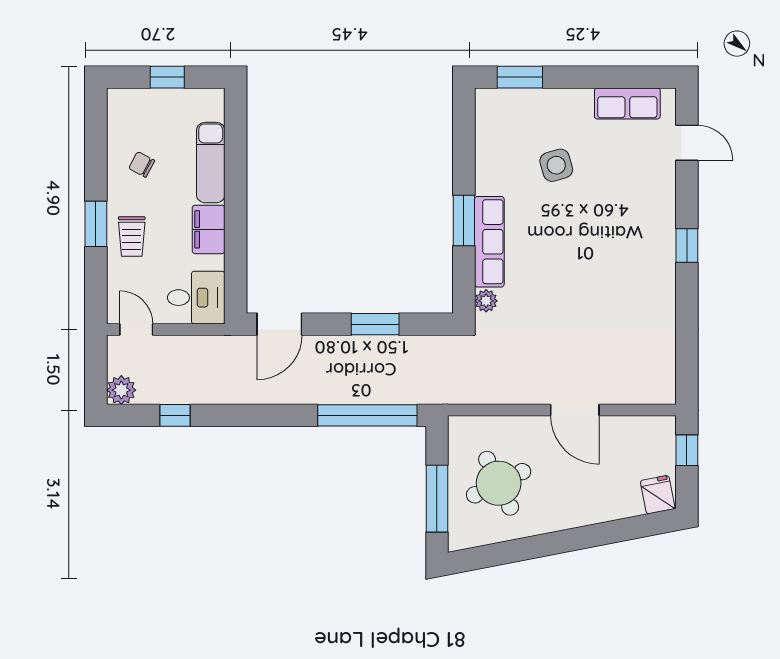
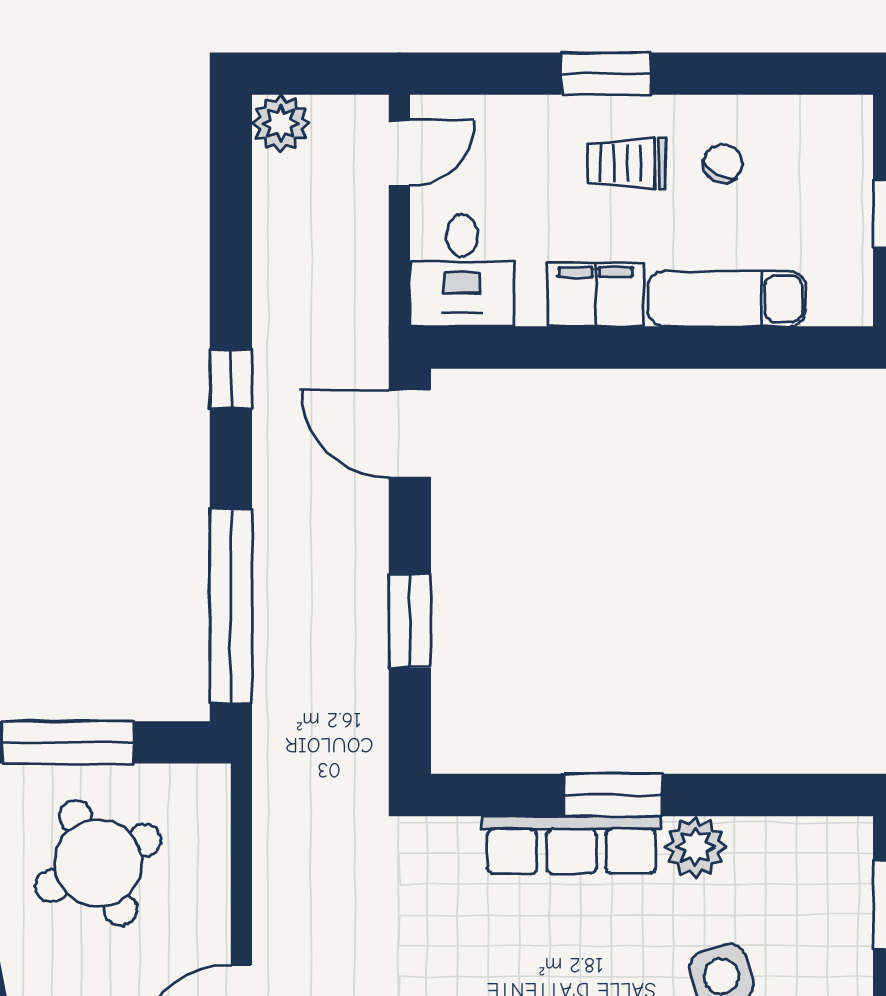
trolley: (132, 236) -> (626, 163), moved
plant: (486, 301) -> (696, 847), moved, width x1.38, depth x1.38
window: (175, 415) -> (231, 379), moved

